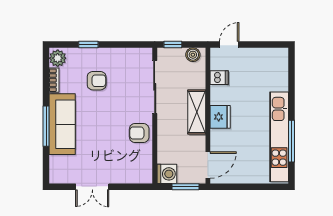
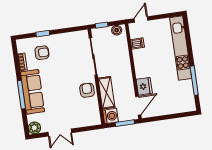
plant: (58, 58) -> (34, 128), moved
armchair: (97, 81) -> (42, 53), moved
shelving: (197, 112) -> (107, 93), moved
fridge: (220, 117) -> (144, 86), moved
armchair: (139, 133) -> (87, 90), turned 90
kitchen unit: (279, 137) -> (181, 48), moved

